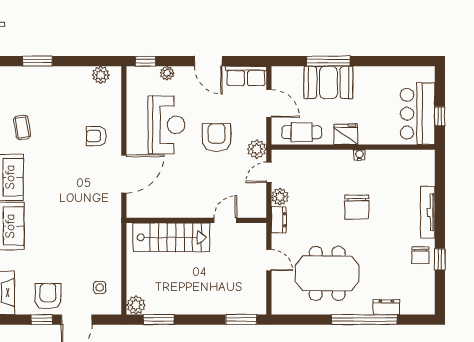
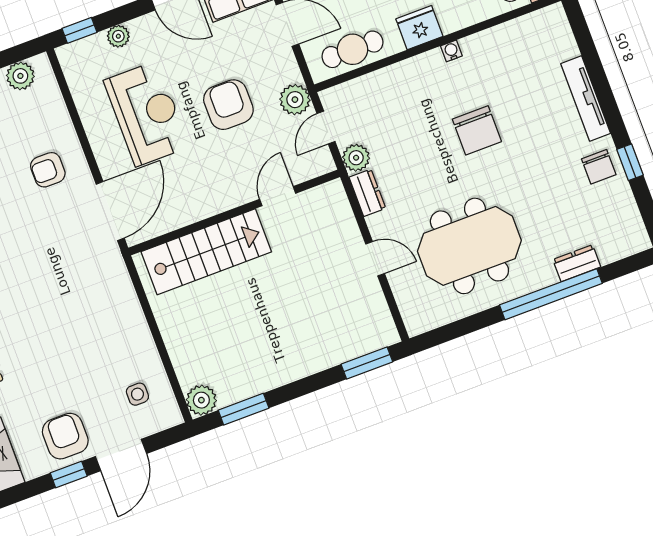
wall: (196, 220) -> (234, 212), moved
door: (225, 220) -> (278, 196), moved
stairs: (171, 237) -> (206, 252), moved

